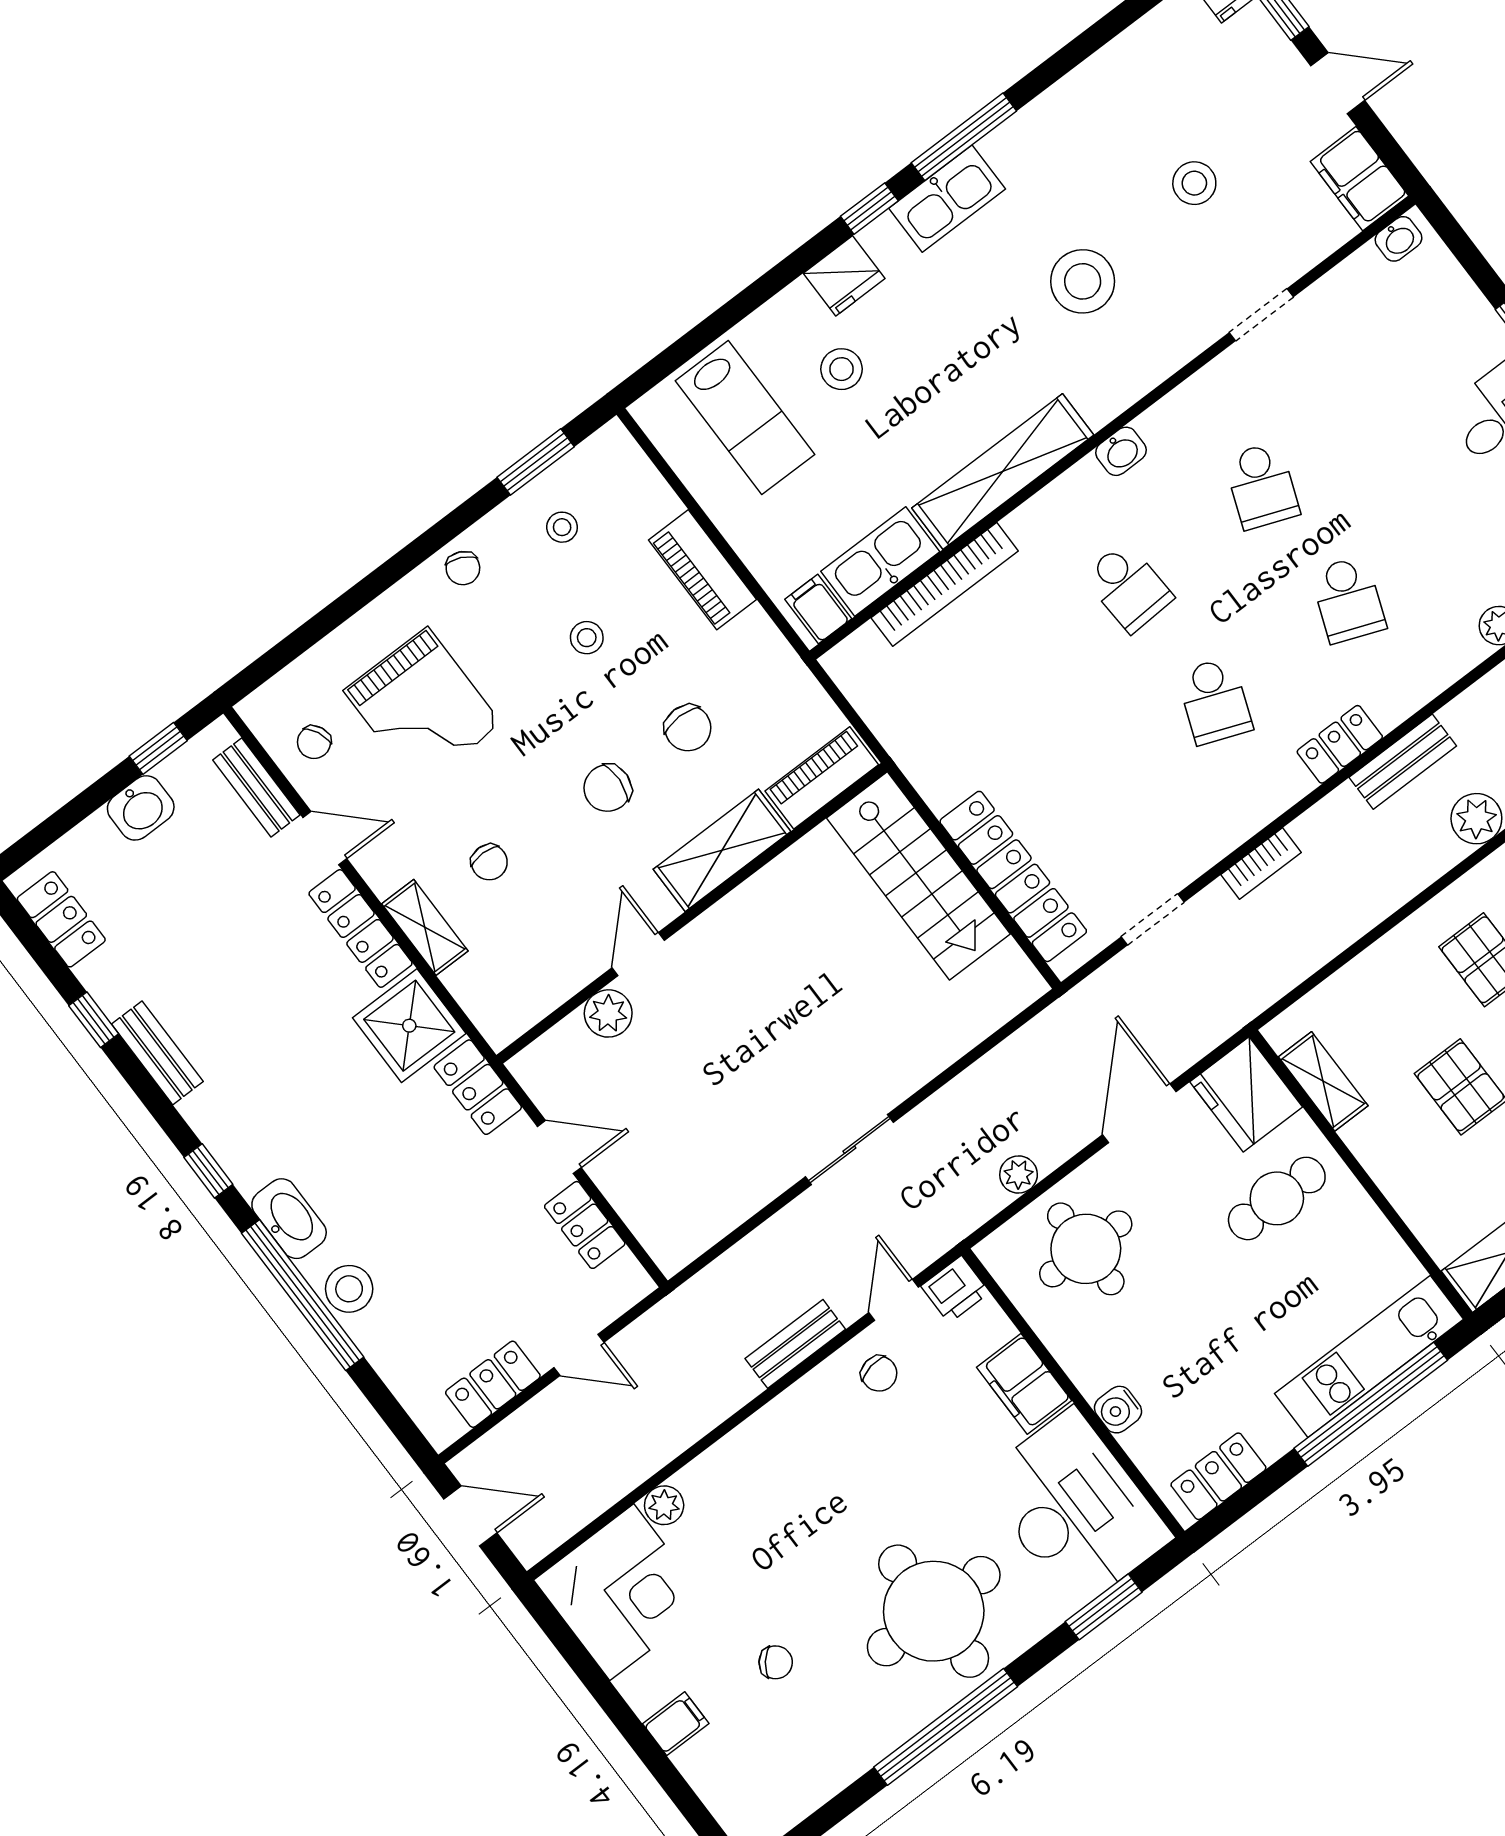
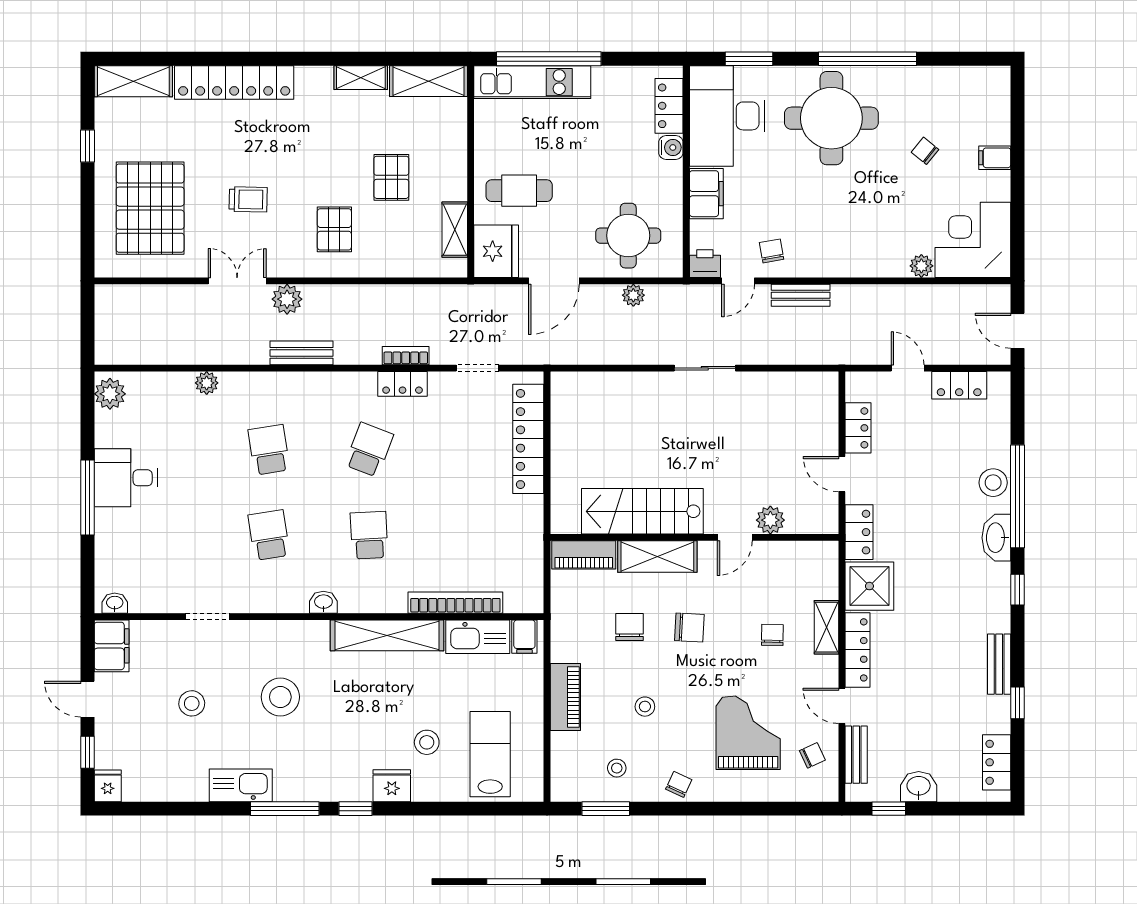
kitchen sink: (947, 199) -> (241, 785), moved
school desk: (1262, 486) -> (269, 535), turned -30
school desk: (1348, 600) -> (269, 450), turned -30
locker: (1340, 744) -> (403, 384), moved
stairs: (918, 876) -> (642, 511), moved, turned -90
locker: (1218, 1476) -> (669, 106), moved, turned 90

